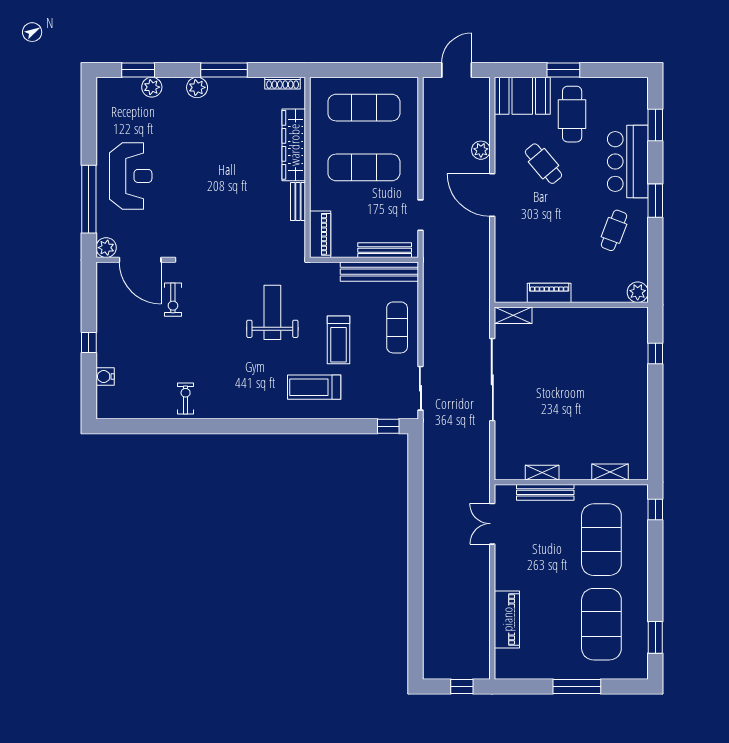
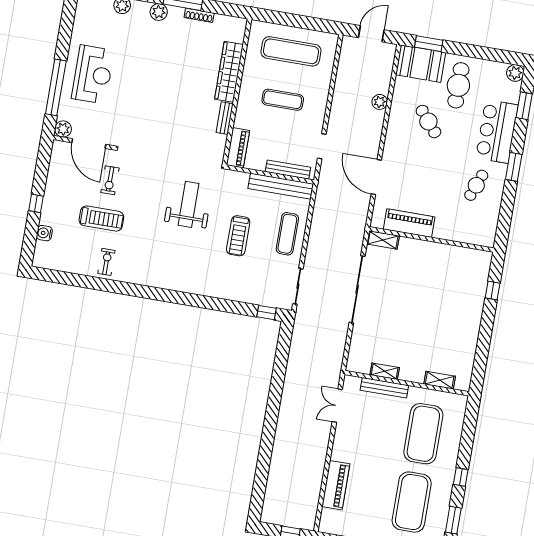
window: (563, 70) -> (429, 44), moved
shoe rack: (283, 83) -> (199, 15), moved
exercise mat: (364, 167) -> (283, 100), width x0.73, depth x0.69
door: (492, 195) -> (376, 177), moved
plant: (638, 292) -> (515, 73), moved
piano: (549, 293) -> (409, 223), width x1.37, depth x1.33
treadmill: (314, 387) -> (101, 219), moved, turned 180
window: (655, 509) -> (461, 477), moved

